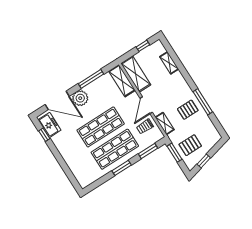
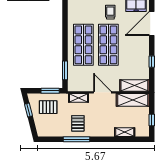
window: (91, 79) -> (152, 62), width x0.46
plant: (80, 98) -> (142, 43), removed
trolley: (145, 126) -> (110, 12), moved
pallet: (190, 145) -> (48, 107), turned 90
window: (122, 168) -> (65, 41), removed

